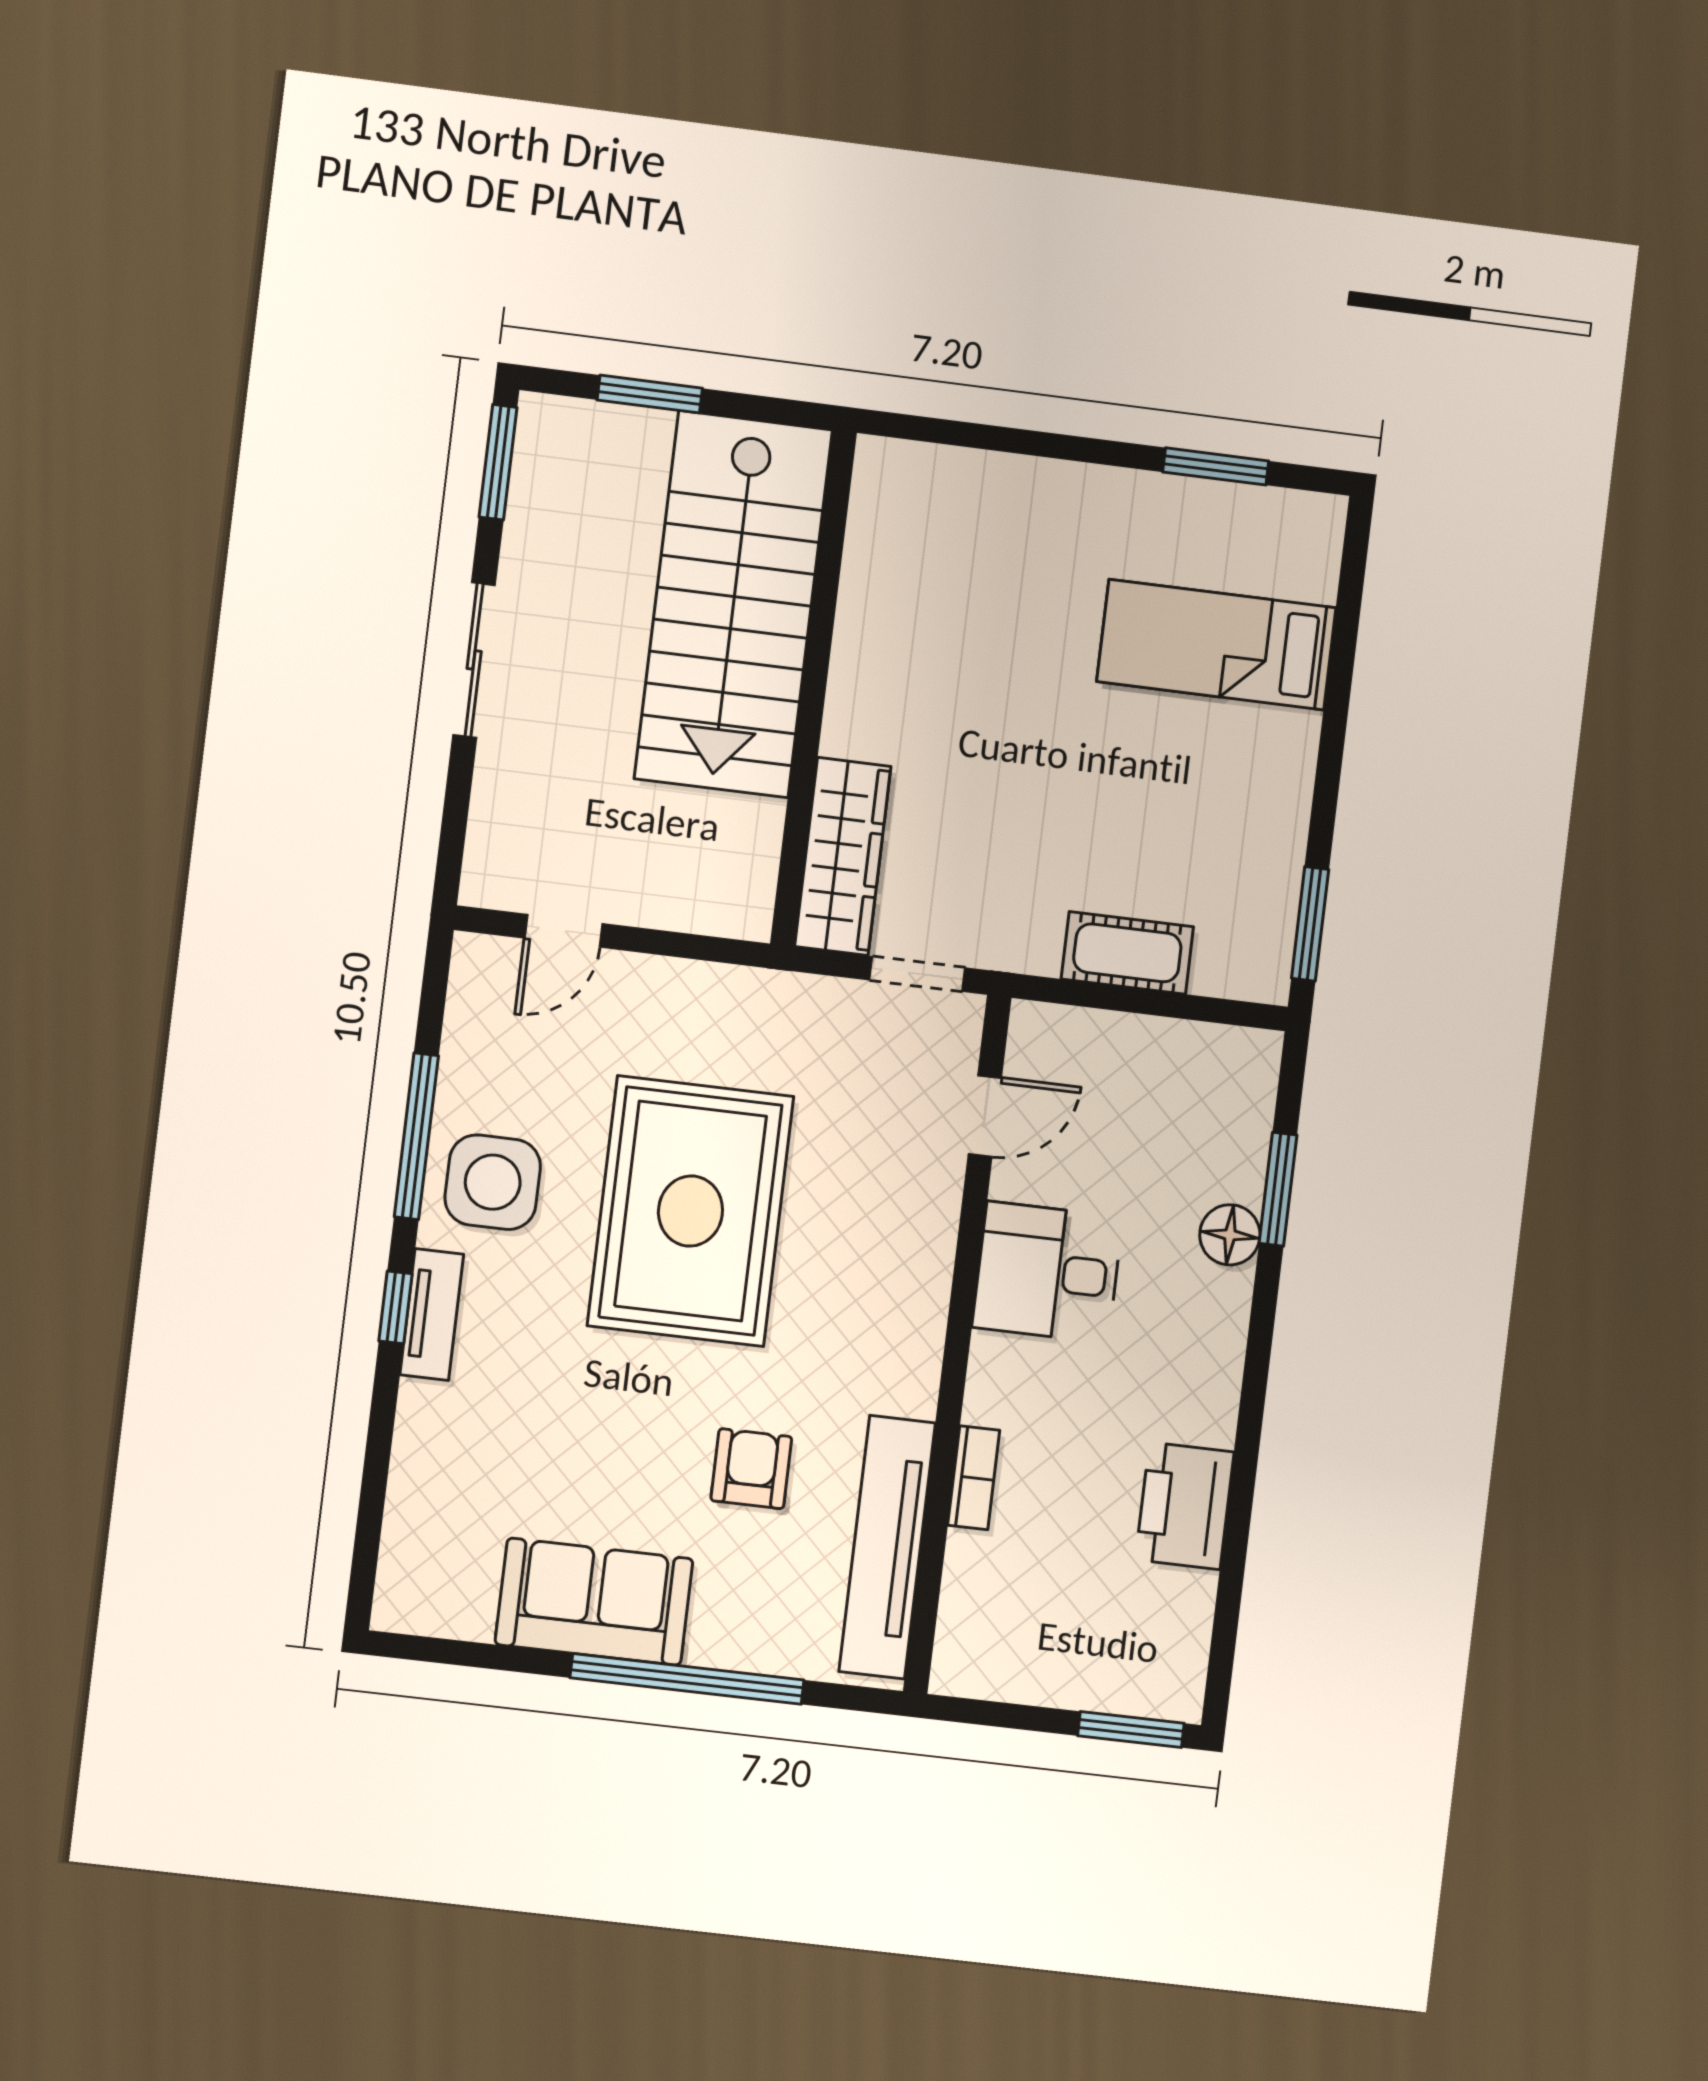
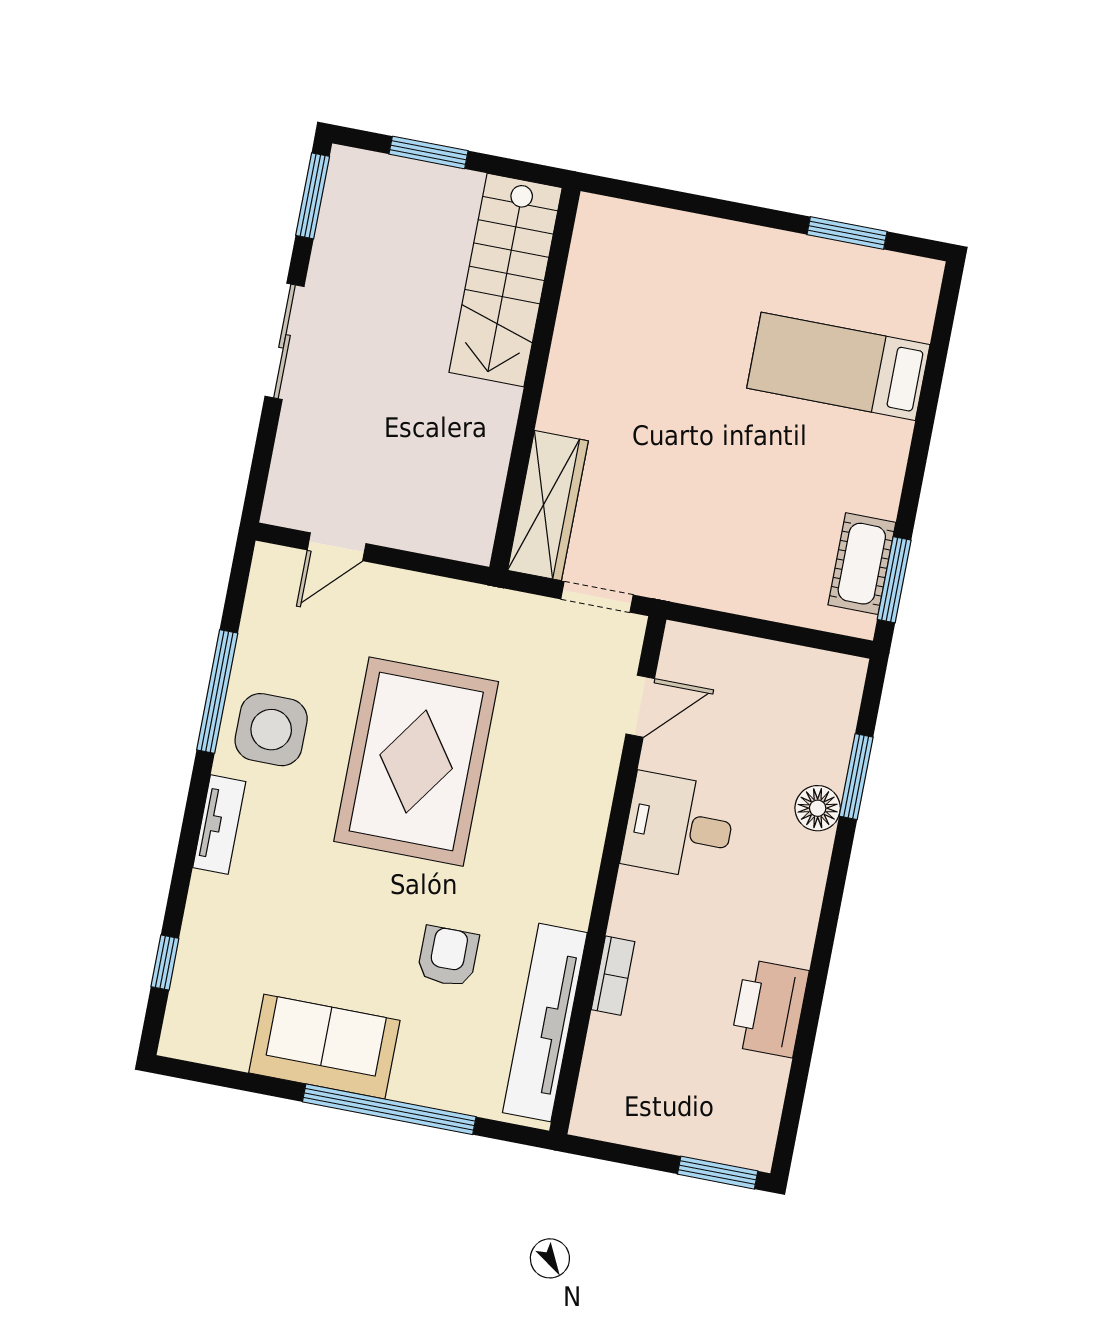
stairs: (733, 604) -> (506, 280), width x0.73, depth x0.66
cot: (1127, 953) -> (862, 564), moved, turned 90
window: (396, 1307) -> (165, 962), moved

